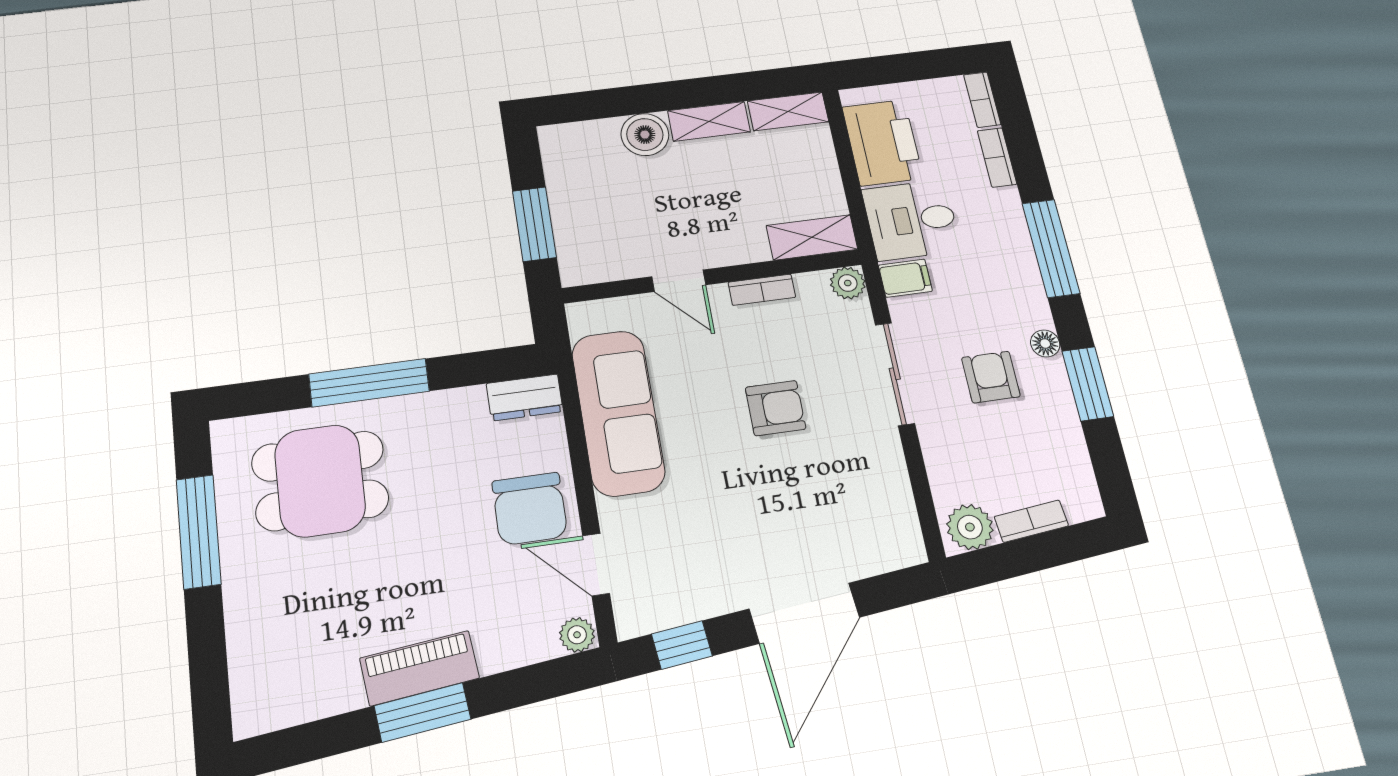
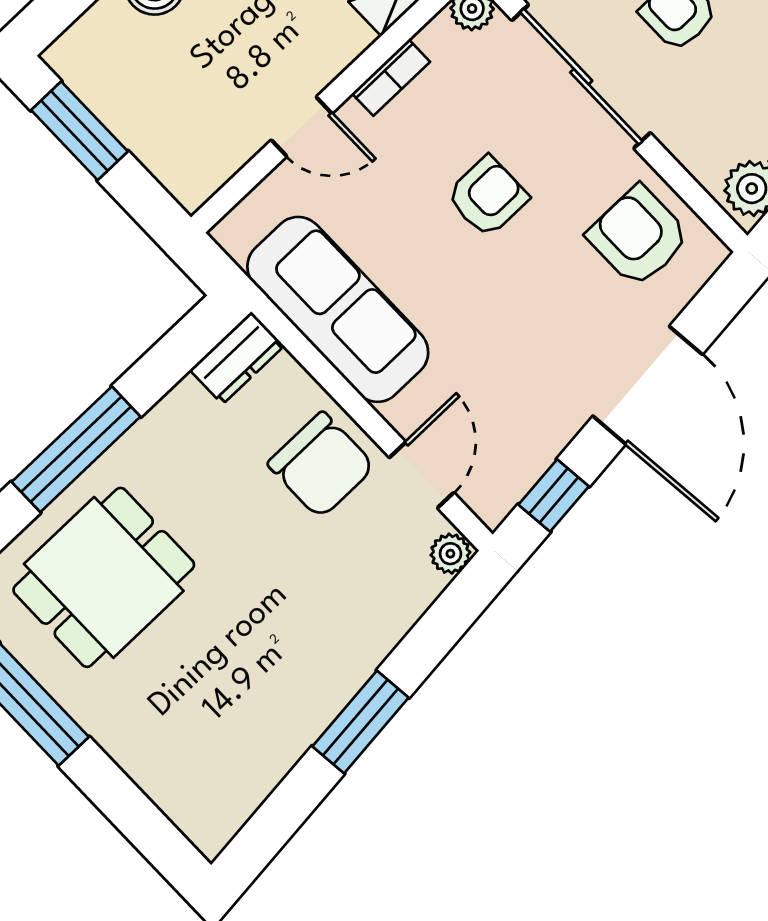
window: (534, 224) -> (79, 131), moved
sliding door: (895, 374) -> (581, 77), width x1.37
armchair: (866, 505) -> (638, 236), added
door: (596, 565) -> (422, 475), swing flipped
piano: (419, 668) -> (328, 685), removed

